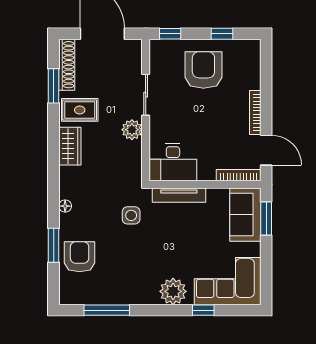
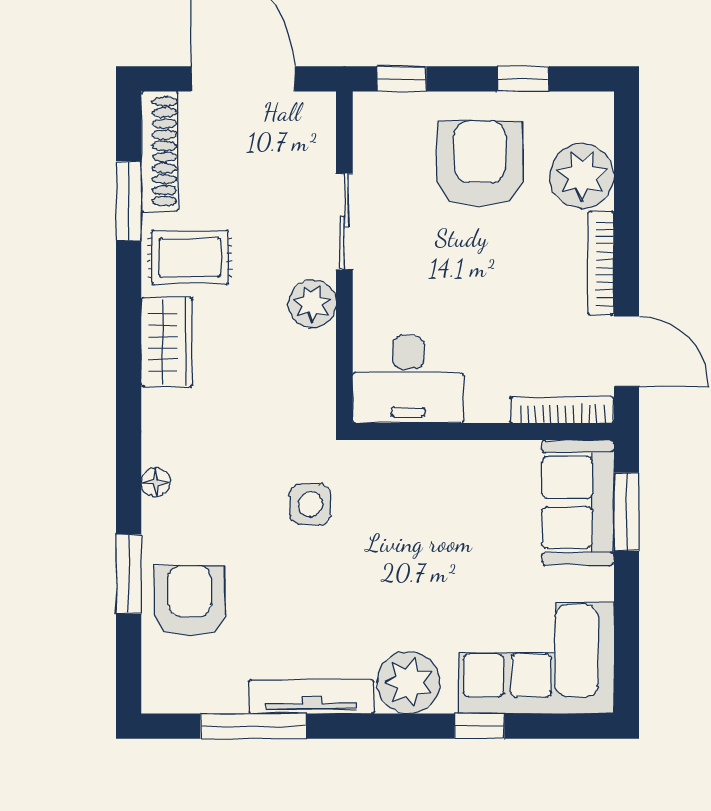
plant: (247, 75) -> (582, 176), added
tv unit: (179, 195) -> (312, 697), moved, turned 180

